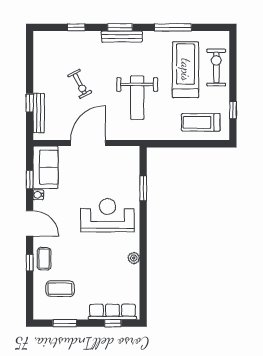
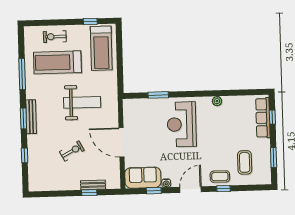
exercise bike: (216, 67) -> (55, 37), width x0.73, depth x0.72
bench: (39, 113) -> (93, 185), width x0.73
treadmill: (201, 122) -> (101, 48), width x1.37, depth x1.38

